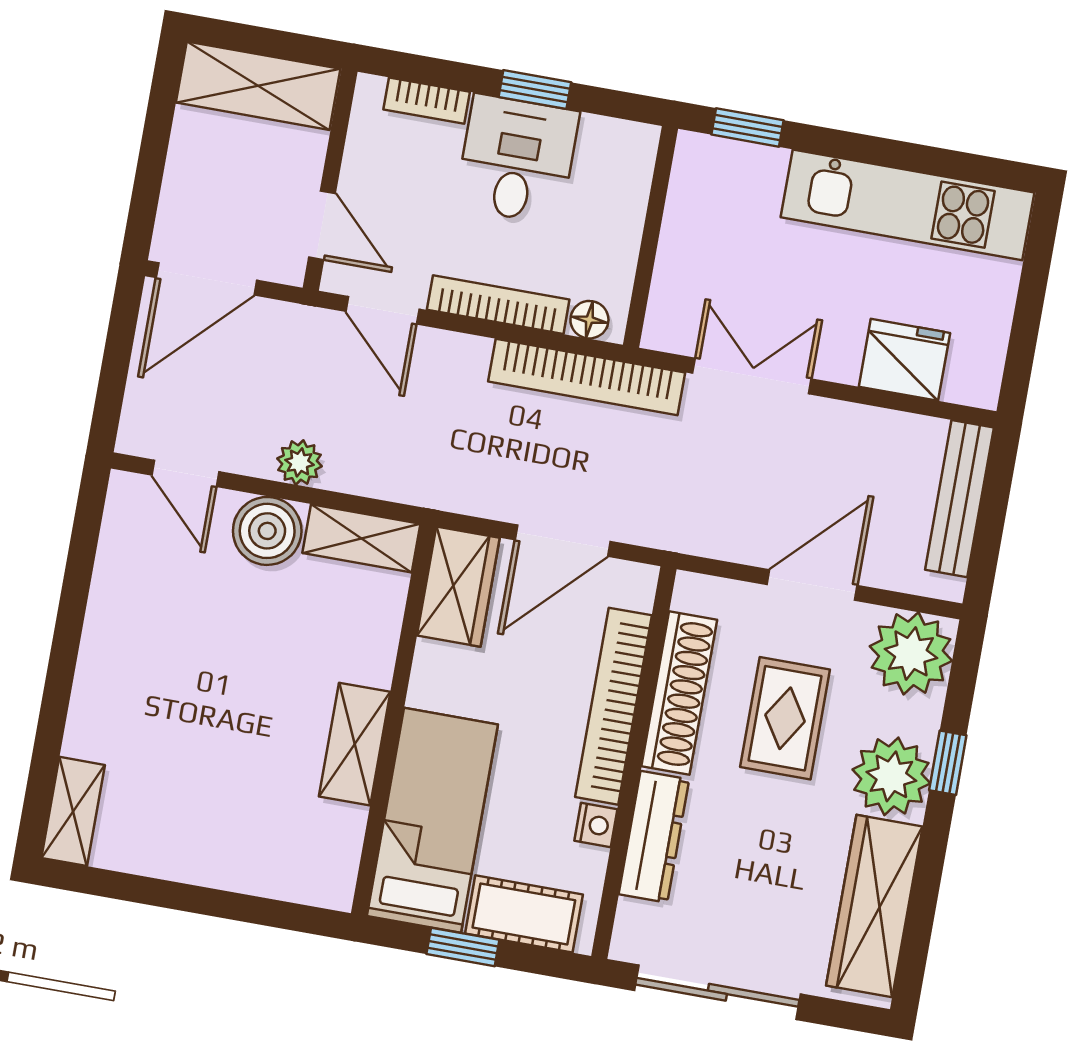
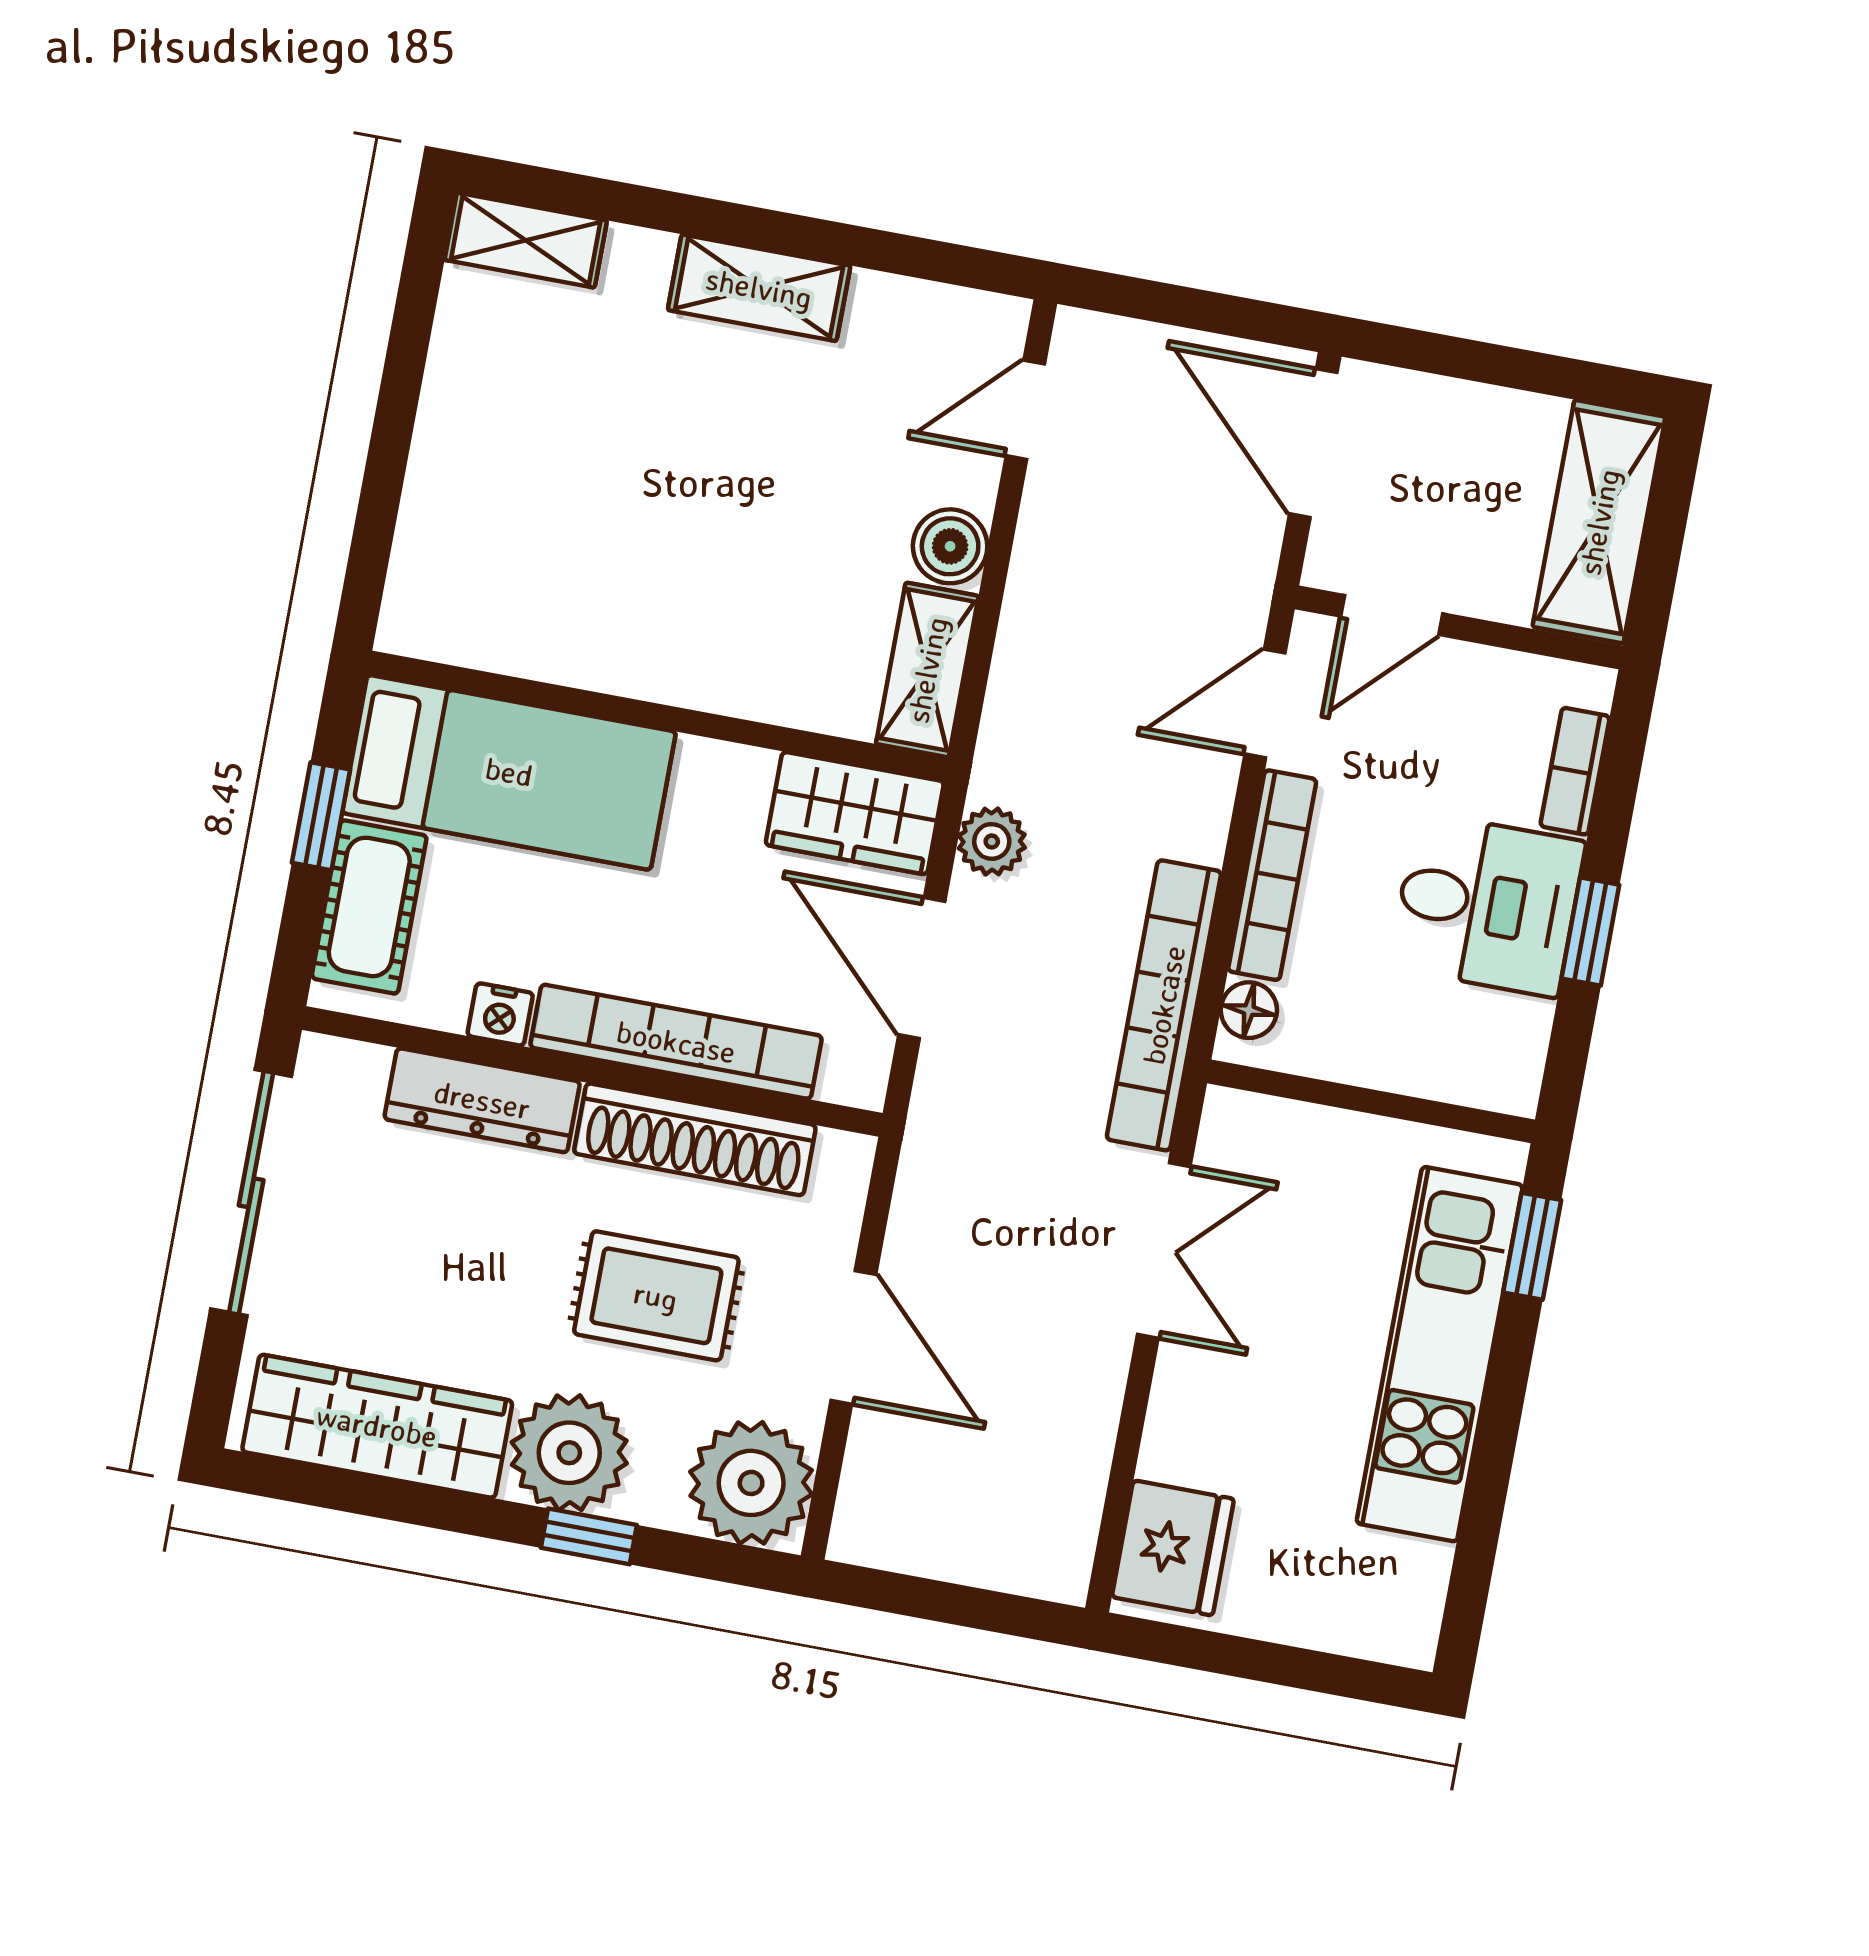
kitchen unit: (907, 205) -> (1440, 1354), moved
fridge: (904, 360) -> (1173, 1548), moved
plant: (300, 462) -> (992, 841), moved
bench: (959, 499) -> (980, 1556), removed
boiler: (267, 531) -> (950, 546), width x0.73, depth x0.73
shelving: (355, 744) -> (759, 288), moved

